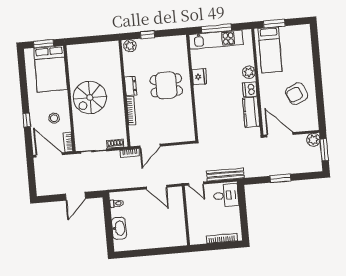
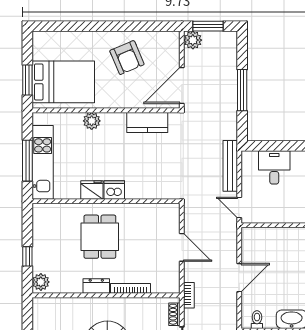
bed: (270, 50) -> (63, 82), width x1.50
dishwasher: (250, 89) -> (114, 190), moved, turned 180
door: (150, 146) -> (182, 247), moved
window: (280, 178) -> (242, 90), width x1.44
door: (196, 184) -> (239, 208), swing flipped
door: (157, 187) -> (239, 278), moved
desk: (226, 195) -> (274, 167), moved

